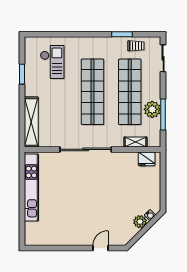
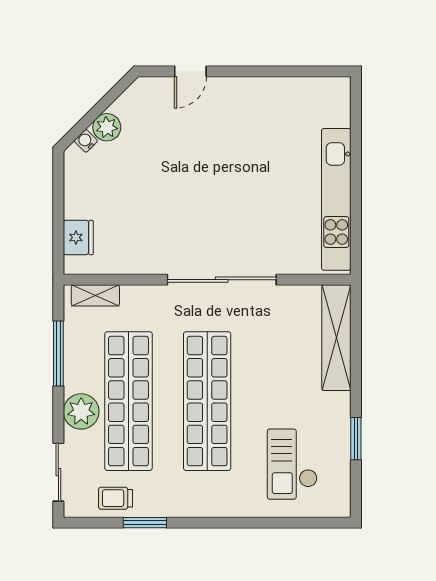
plant: (152, 109) -> (81, 411), moved
shelving: (135, 142) -> (95, 295), moved
fridge: (147, 159) -> (78, 237), moved, turned 90

